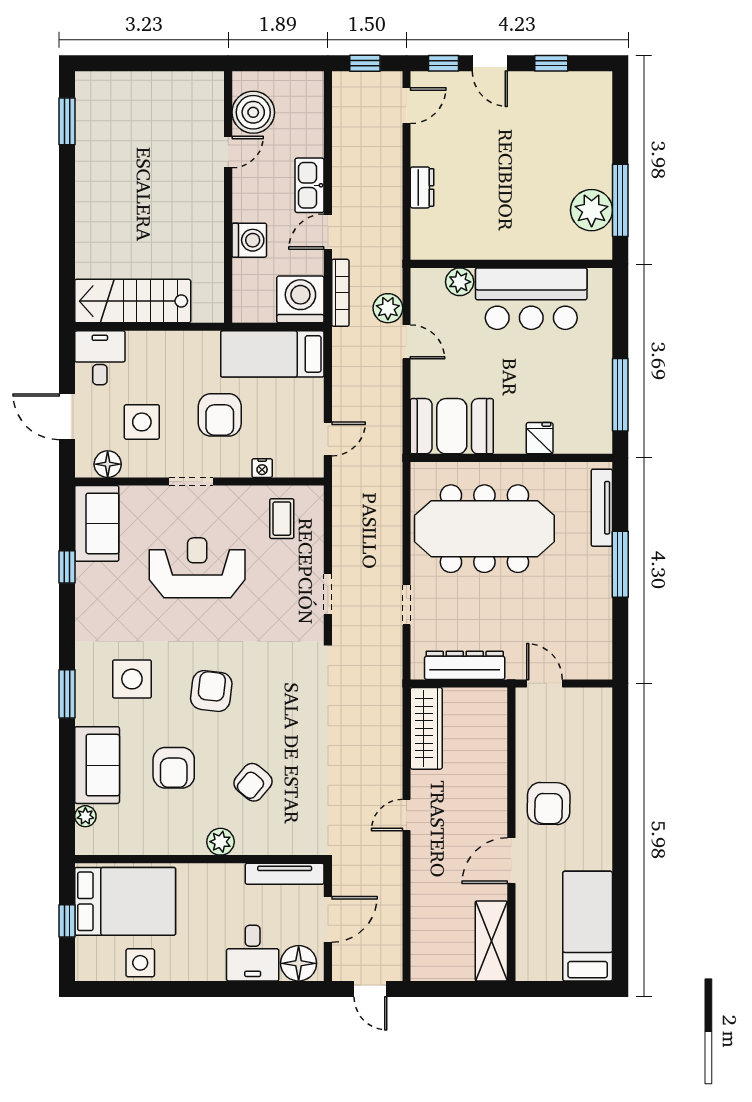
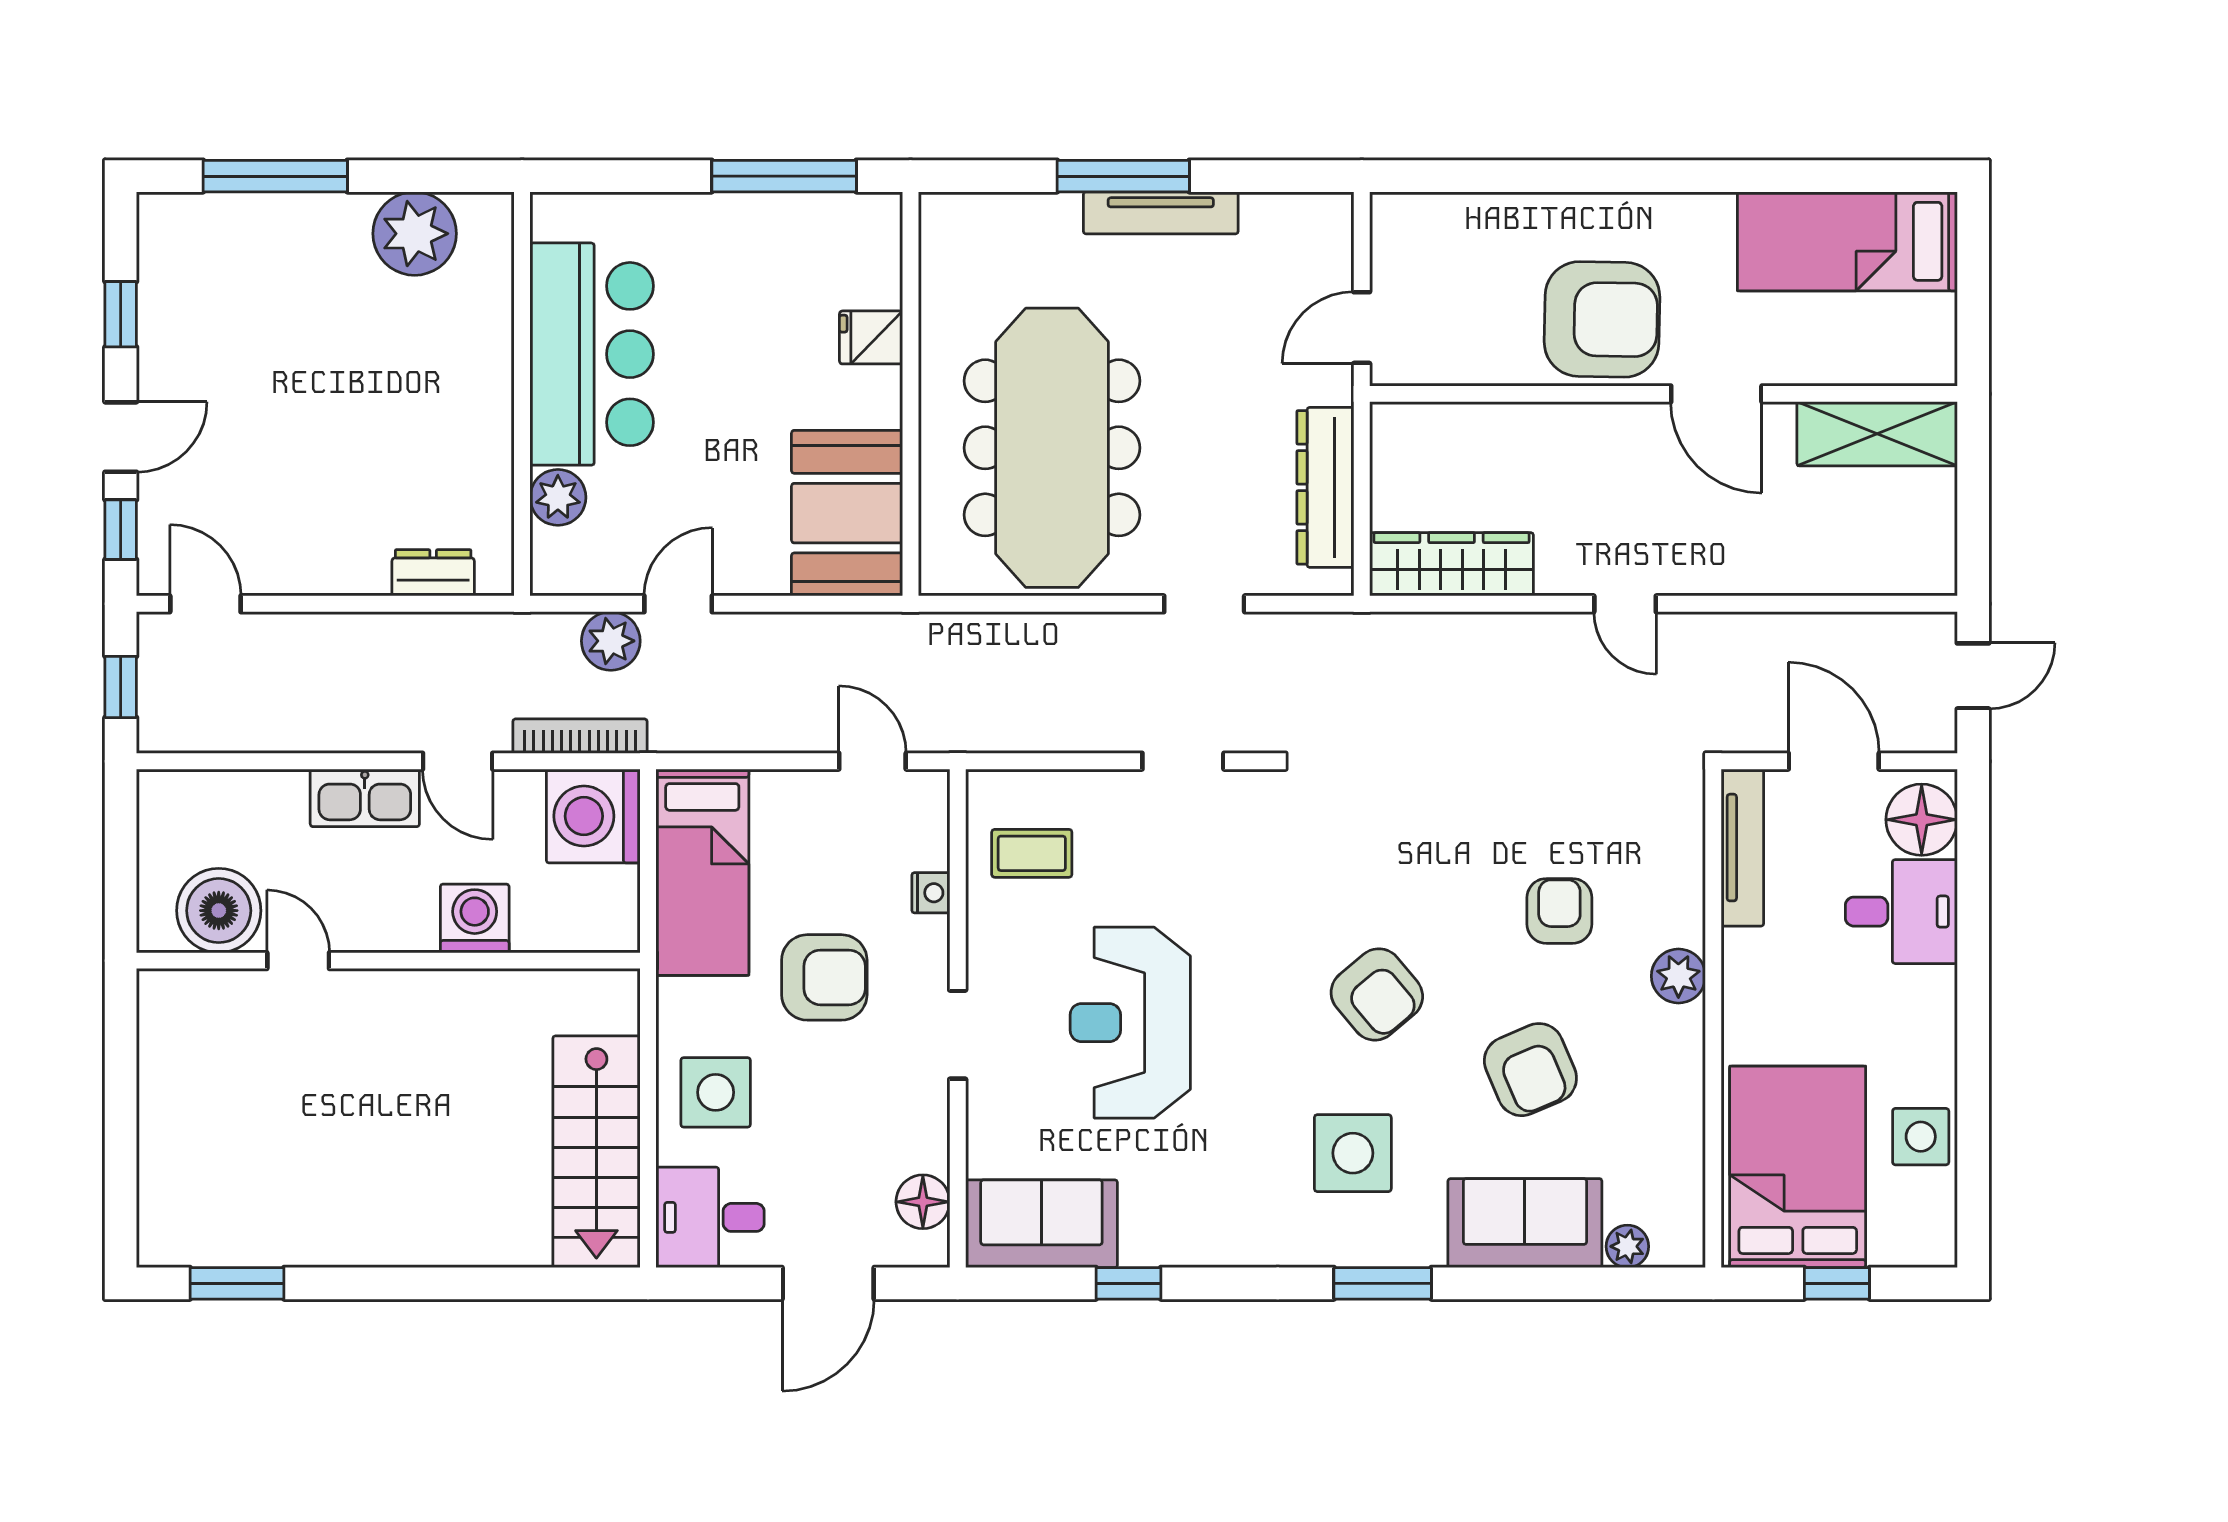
dresser: (422, 187) -> (433, 573), moved
window: (620, 200) -> (275, 176), moved
side table: (142, 422) -> (716, 1092), moved
tv unit: (602, 508) -> (1161, 213), moved
armchair: (211, 691) -> (1377, 994), turned -137
armchair: (174, 768) -> (1530, 1070), turned 67
armchair: (253, 782) -> (1559, 911), turned -130
armchair: (549, 804) -> (1602, 319), width x1.36, depth x1.36

